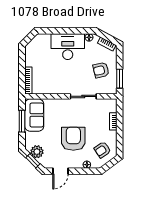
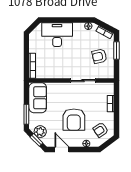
desk: (68, 47) -> (57, 35), moved
window: (120, 79) -> (117, 50), moved
window: (22, 121) -> (26, 114), moved
armchair: (73, 139) -> (74, 120), turned 180
door: (61, 171) -> (62, 149), swing flipped

